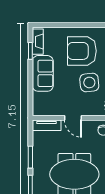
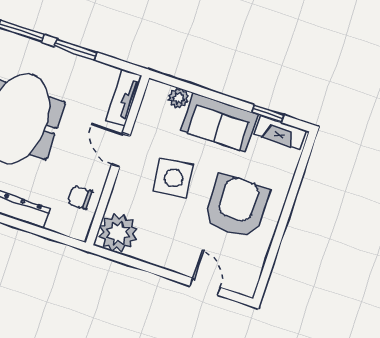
side table: (89, 82) -> (174, 178), moved
plant: (38, 98) -> (178, 98), added
door: (73, 118) -> (121, 150), hinge flipped

